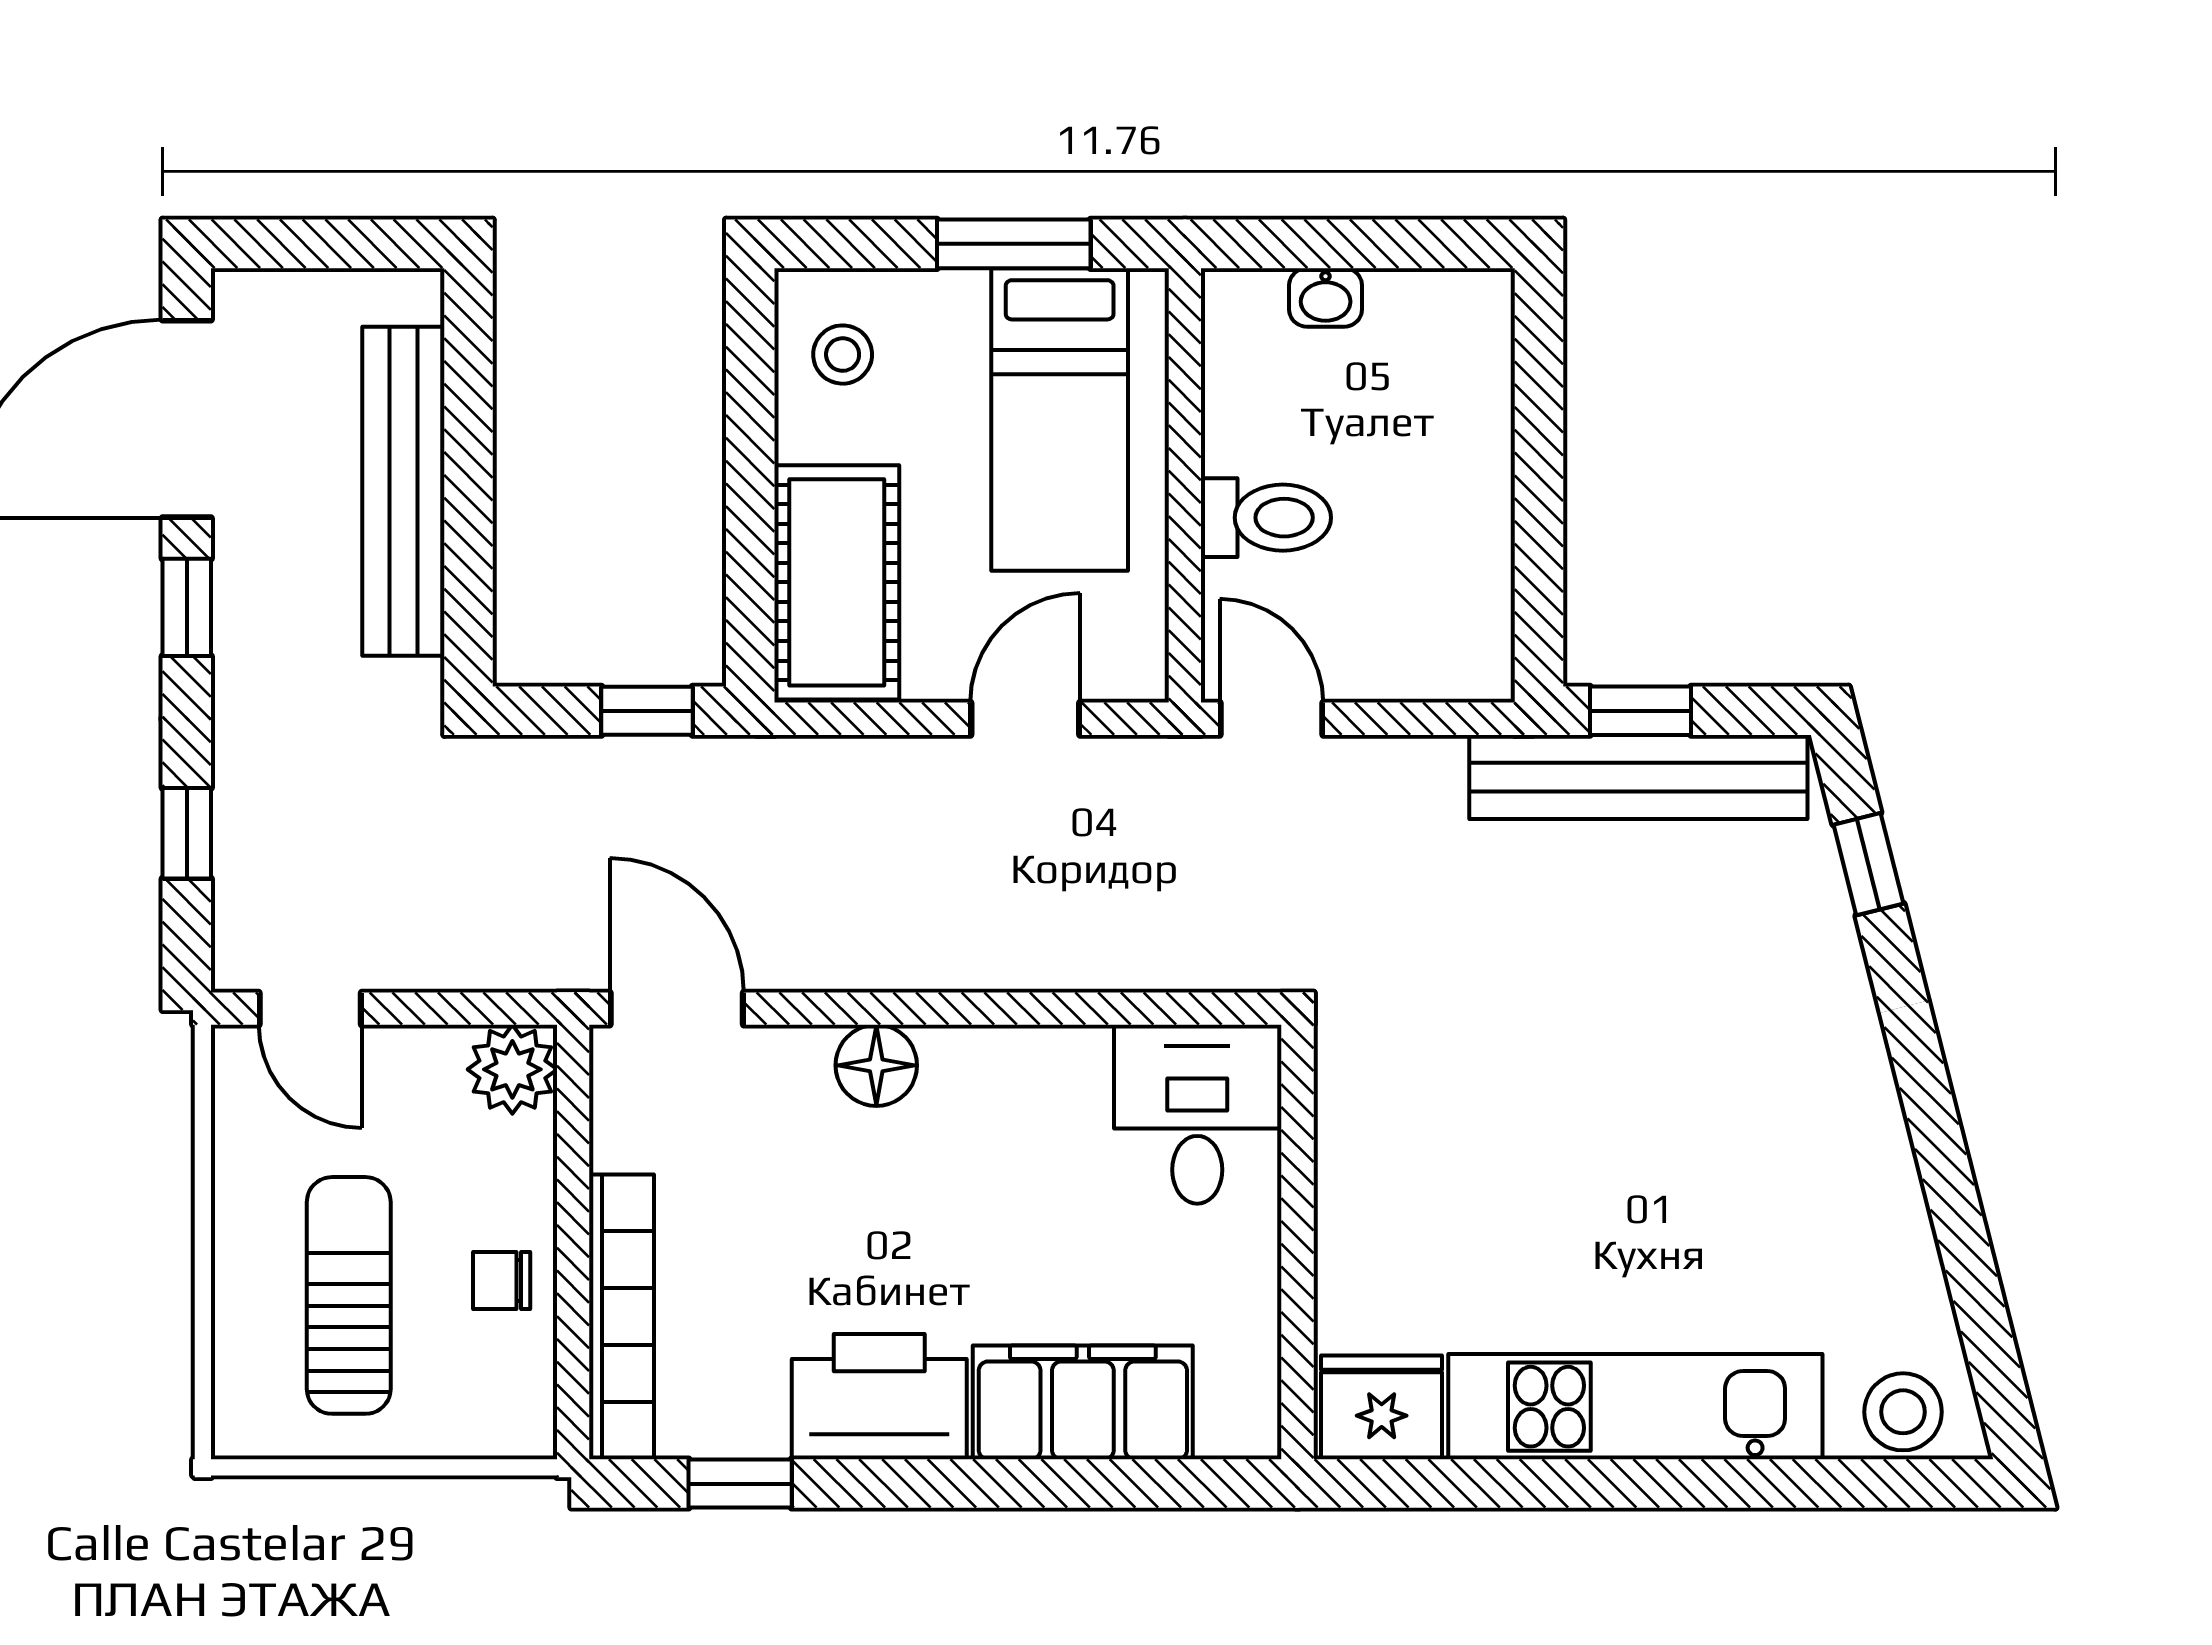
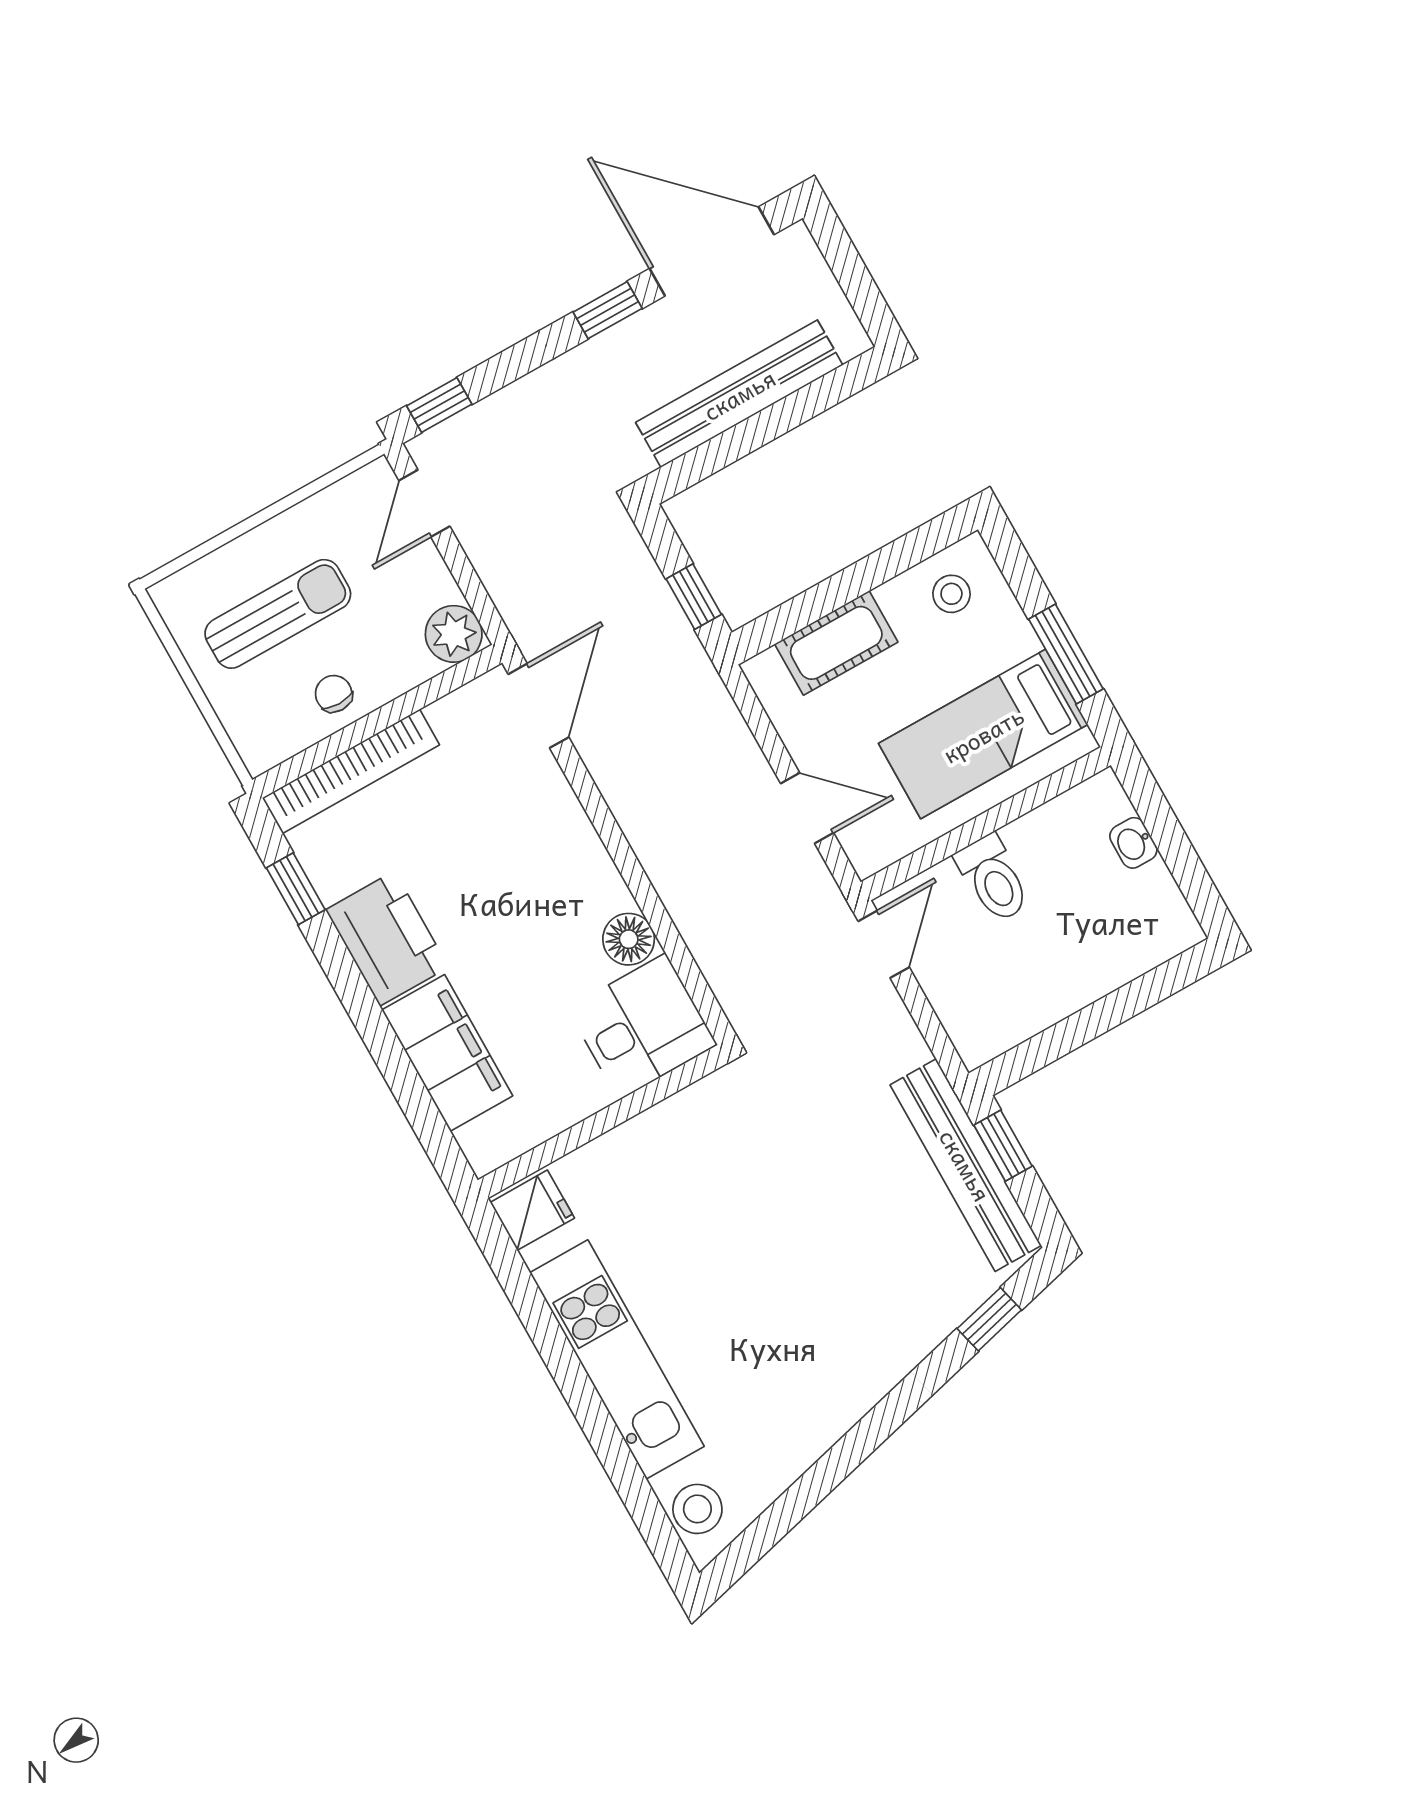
cot: (837, 582) -> (836, 643), width x0.73, depth x0.75
window: (187, 833) -> (439, 405), moved
floor lamp: (876, 1065) -> (629, 939), moved
fridge: (1382, 1407) -> (532, 1210), width x0.72

